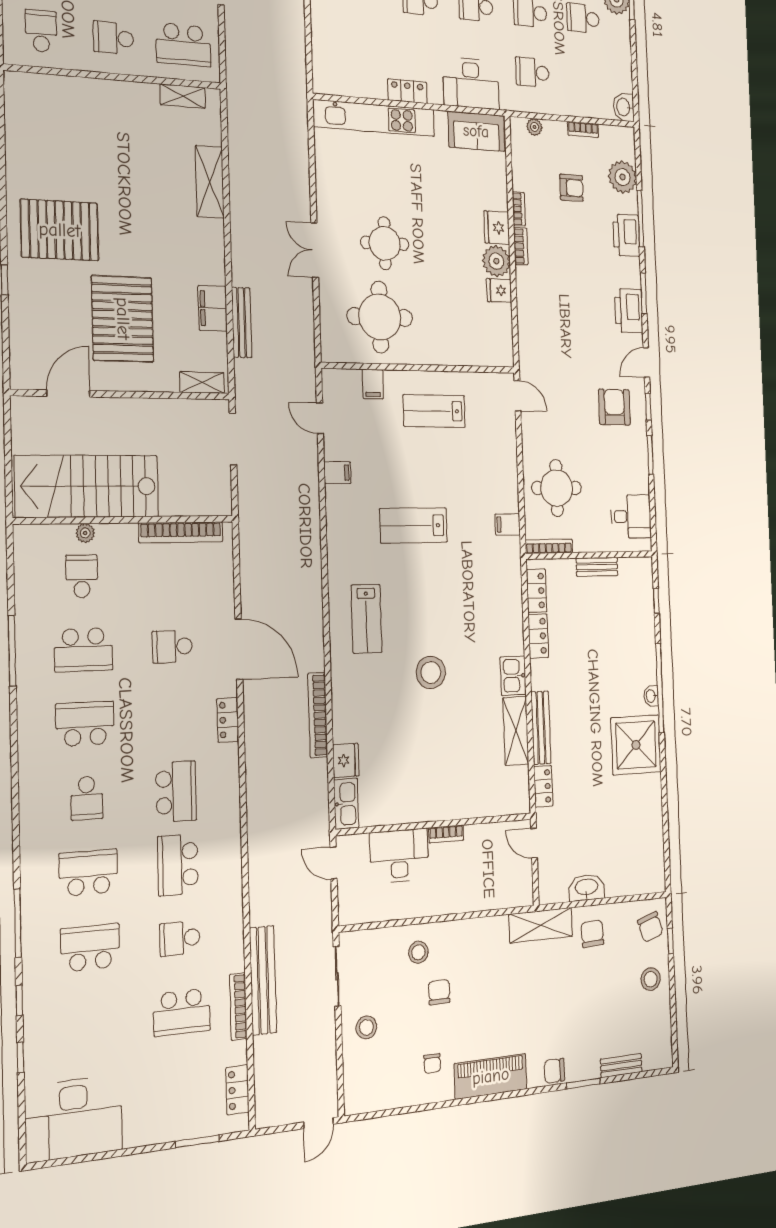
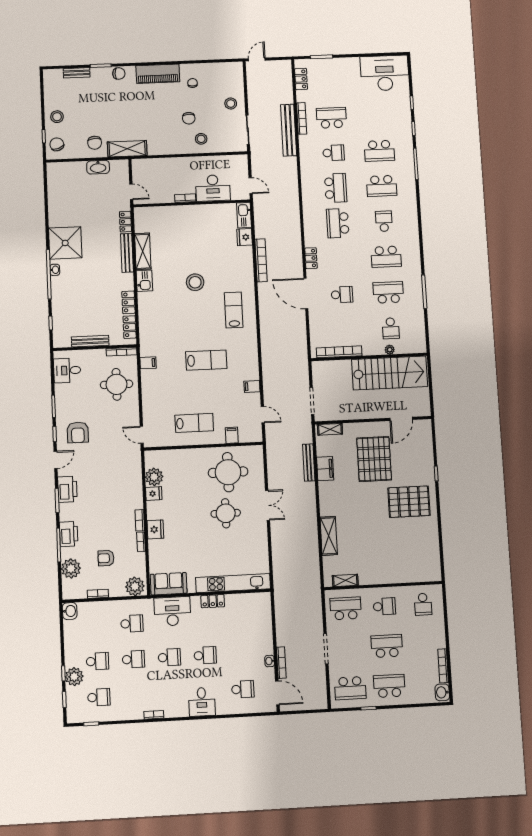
plant: (534, 127) -> (135, 586), width x1.87, depth x1.87
plant: (496, 261) -> (154, 477), moved
bench: (597, 567) -> (90, 341), width x1.36

